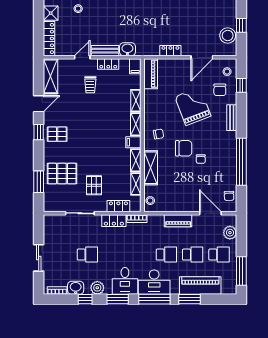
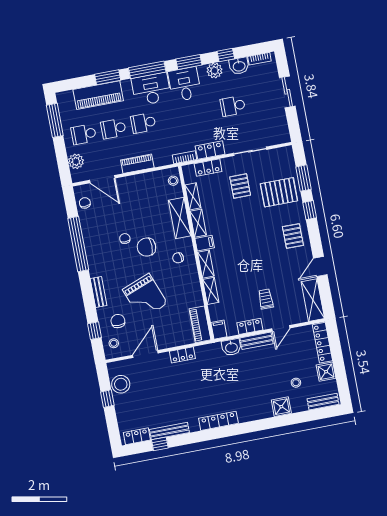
window: (39, 132) -> (310, 210), moved
pallet: (57, 134) -> (293, 236), turned 90

